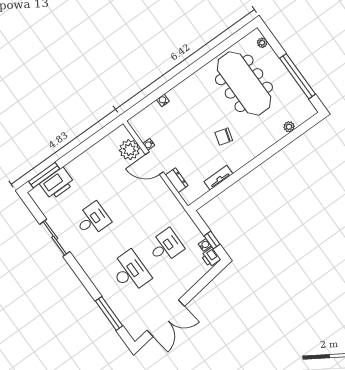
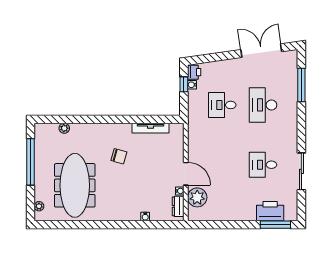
tv unit: (218, 178) -> (150, 128), width x1.41
dresser: (177, 180) -> (178, 206), moved

